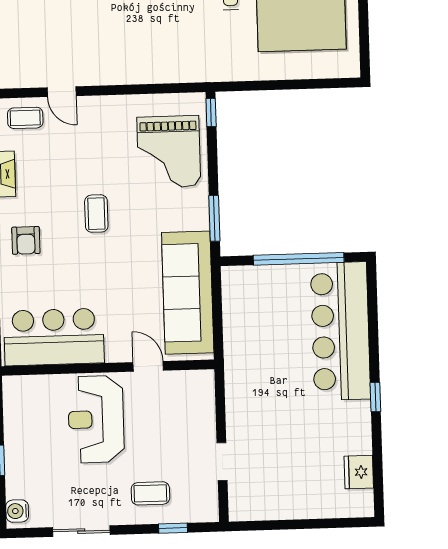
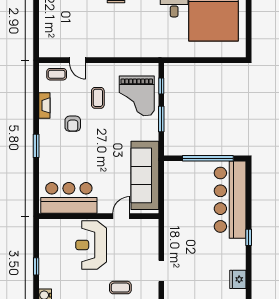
window: (211, 113) -> (161, 86), moved
coffee table: (96, 214) -> (98, 98), moved
window: (214, 218) -> (161, 119), moved
armchair: (26, 240) -> (73, 124), moved
door: (148, 366) -> (121, 216), hinge flipped

